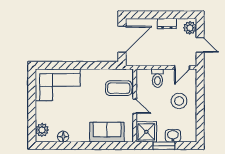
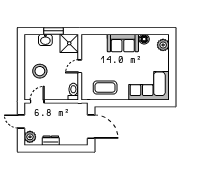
door: (122, 39) -> (91, 127), swing flipped
toilet: (157, 78) -> (73, 92), moved
coffee table: (119, 88) -> (105, 88), moved
door: (135, 106) -> (80, 66), hinge flipped
sofa: (107, 132) -> (123, 43), moved

